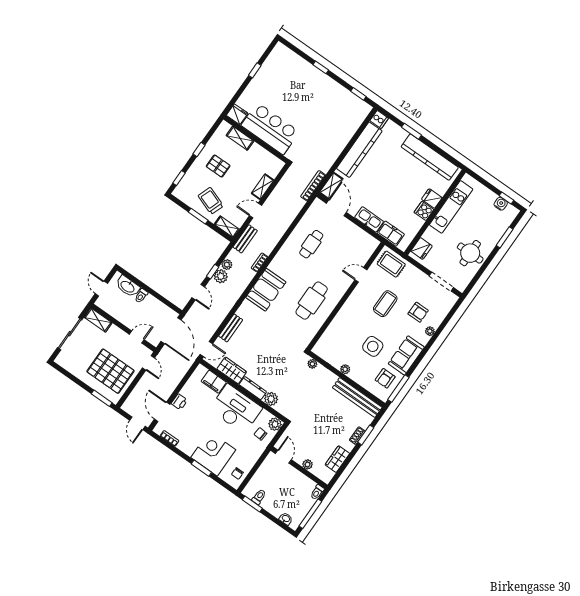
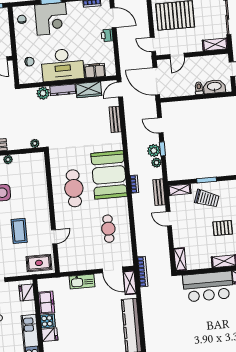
shelving: (263, 187) -> (180, 259), moved
door: (256, 211) -> (169, 219), swing flipped
freezer: (391, 234) -> (46, 302), moved, turned -90
booth: (266, 290) -> (109, 175), width x1.36, depth x1.42
plant: (275, 424) -> (25, 77), removed

